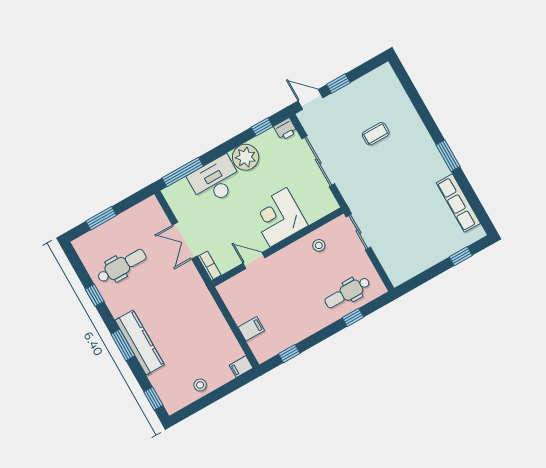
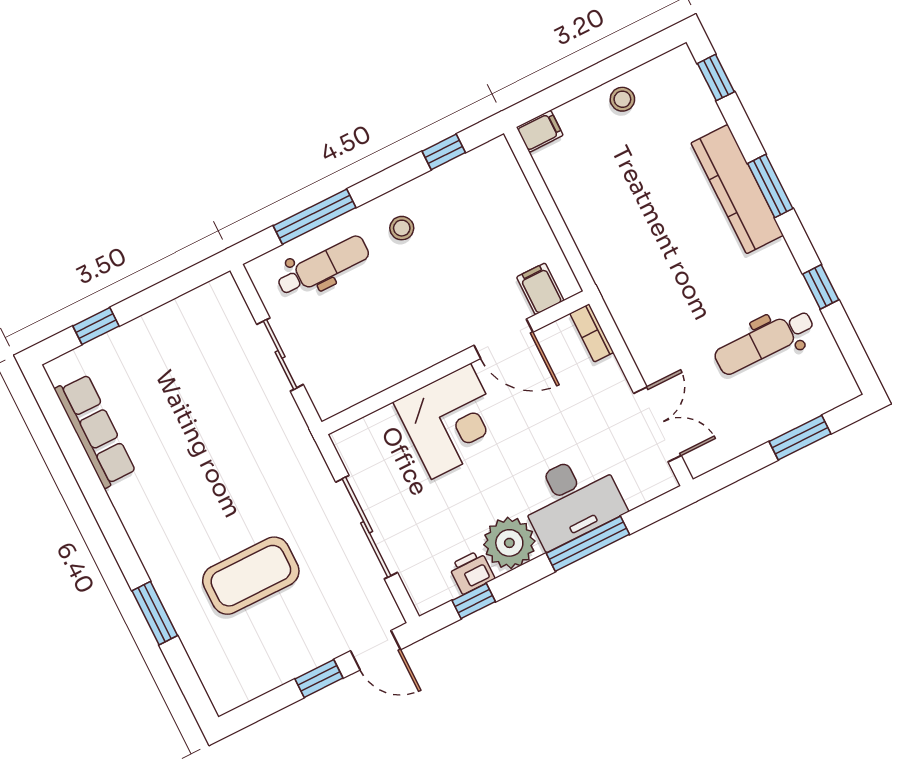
printer: (285, 129) -> (472, 572), moved
coffee table: (376, 134) -> (251, 576), width x1.86, depth x1.72
window: (448, 156) -> (155, 613), moved
window: (183, 172) -> (588, 544), moved
sliding door: (358, 232) -> (280, 354), moved
double door: (185, 241) -> (658, 424), moved
stool: (319, 245) -> (402, 228), moved
door: (254, 260) -> (503, 339), width x1.38
window: (353, 317) -> (315, 217), width x2.17
filing cabinet: (251, 329) -> (540, 289), moved, turned 90

